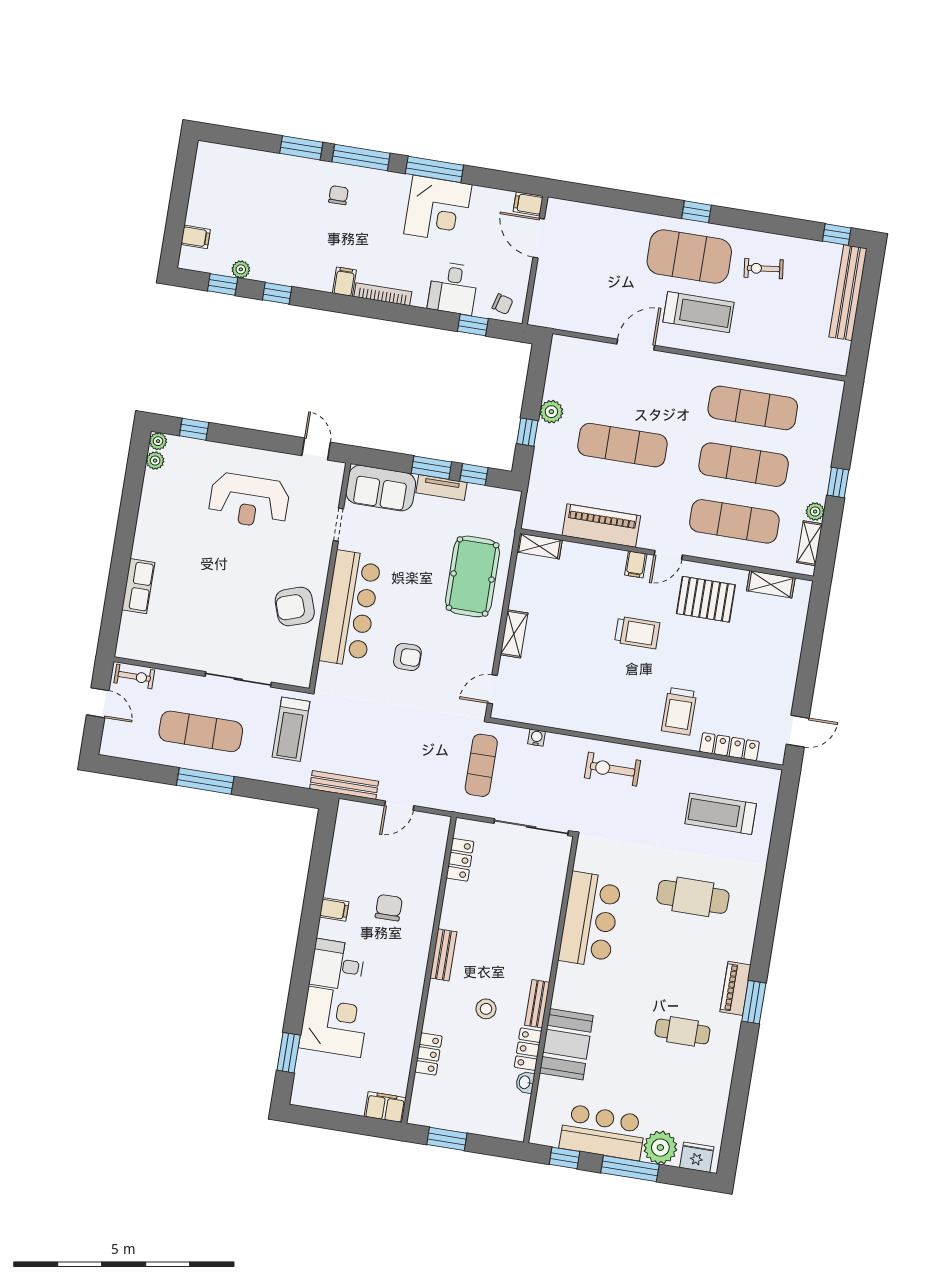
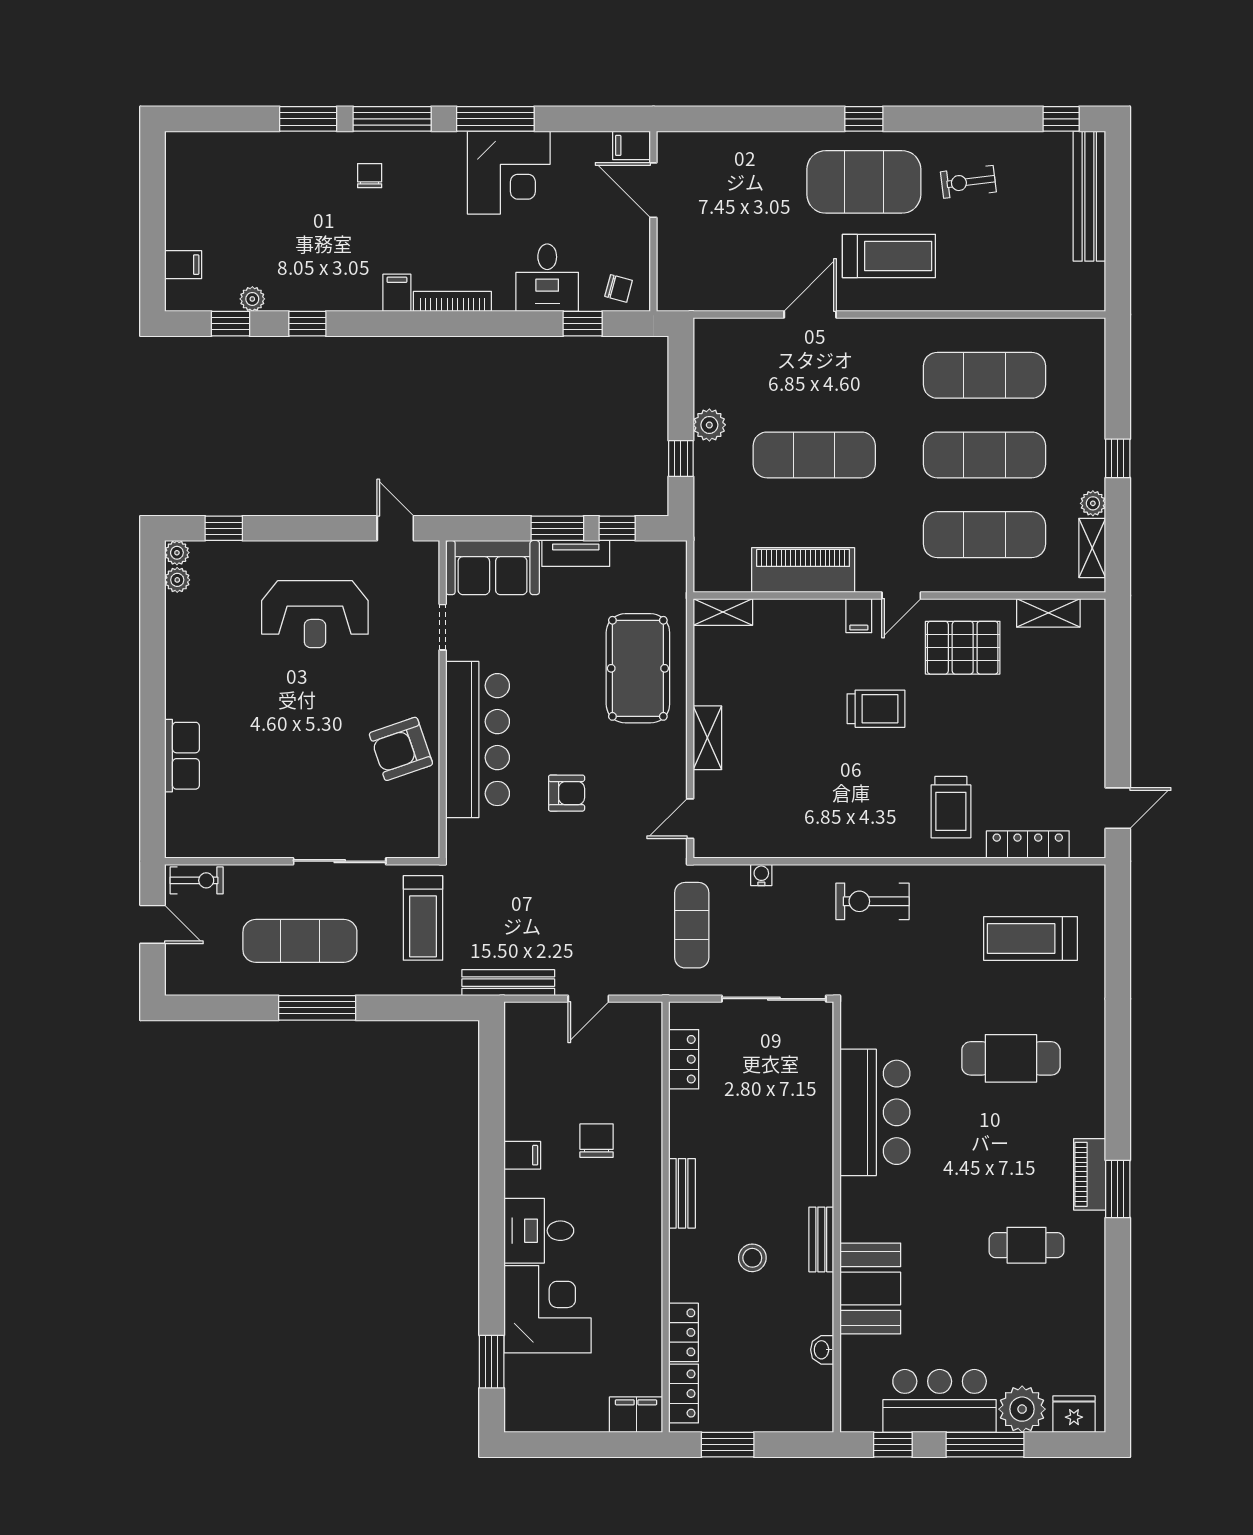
locker: (528, 1049) -> (684, 1394), moved, turned 180

